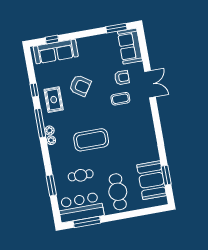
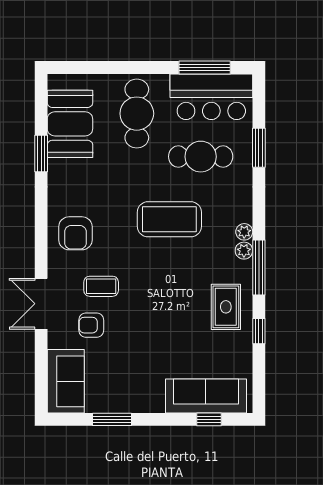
window: (116, 28) -> (112, 419), moved
armchair: (80, 86) -> (75, 233), moved, turned -124
cafe table: (81, 175) -> (201, 157), width x1.37, depth x1.35
window: (166, 175) -> (41, 153), moved

